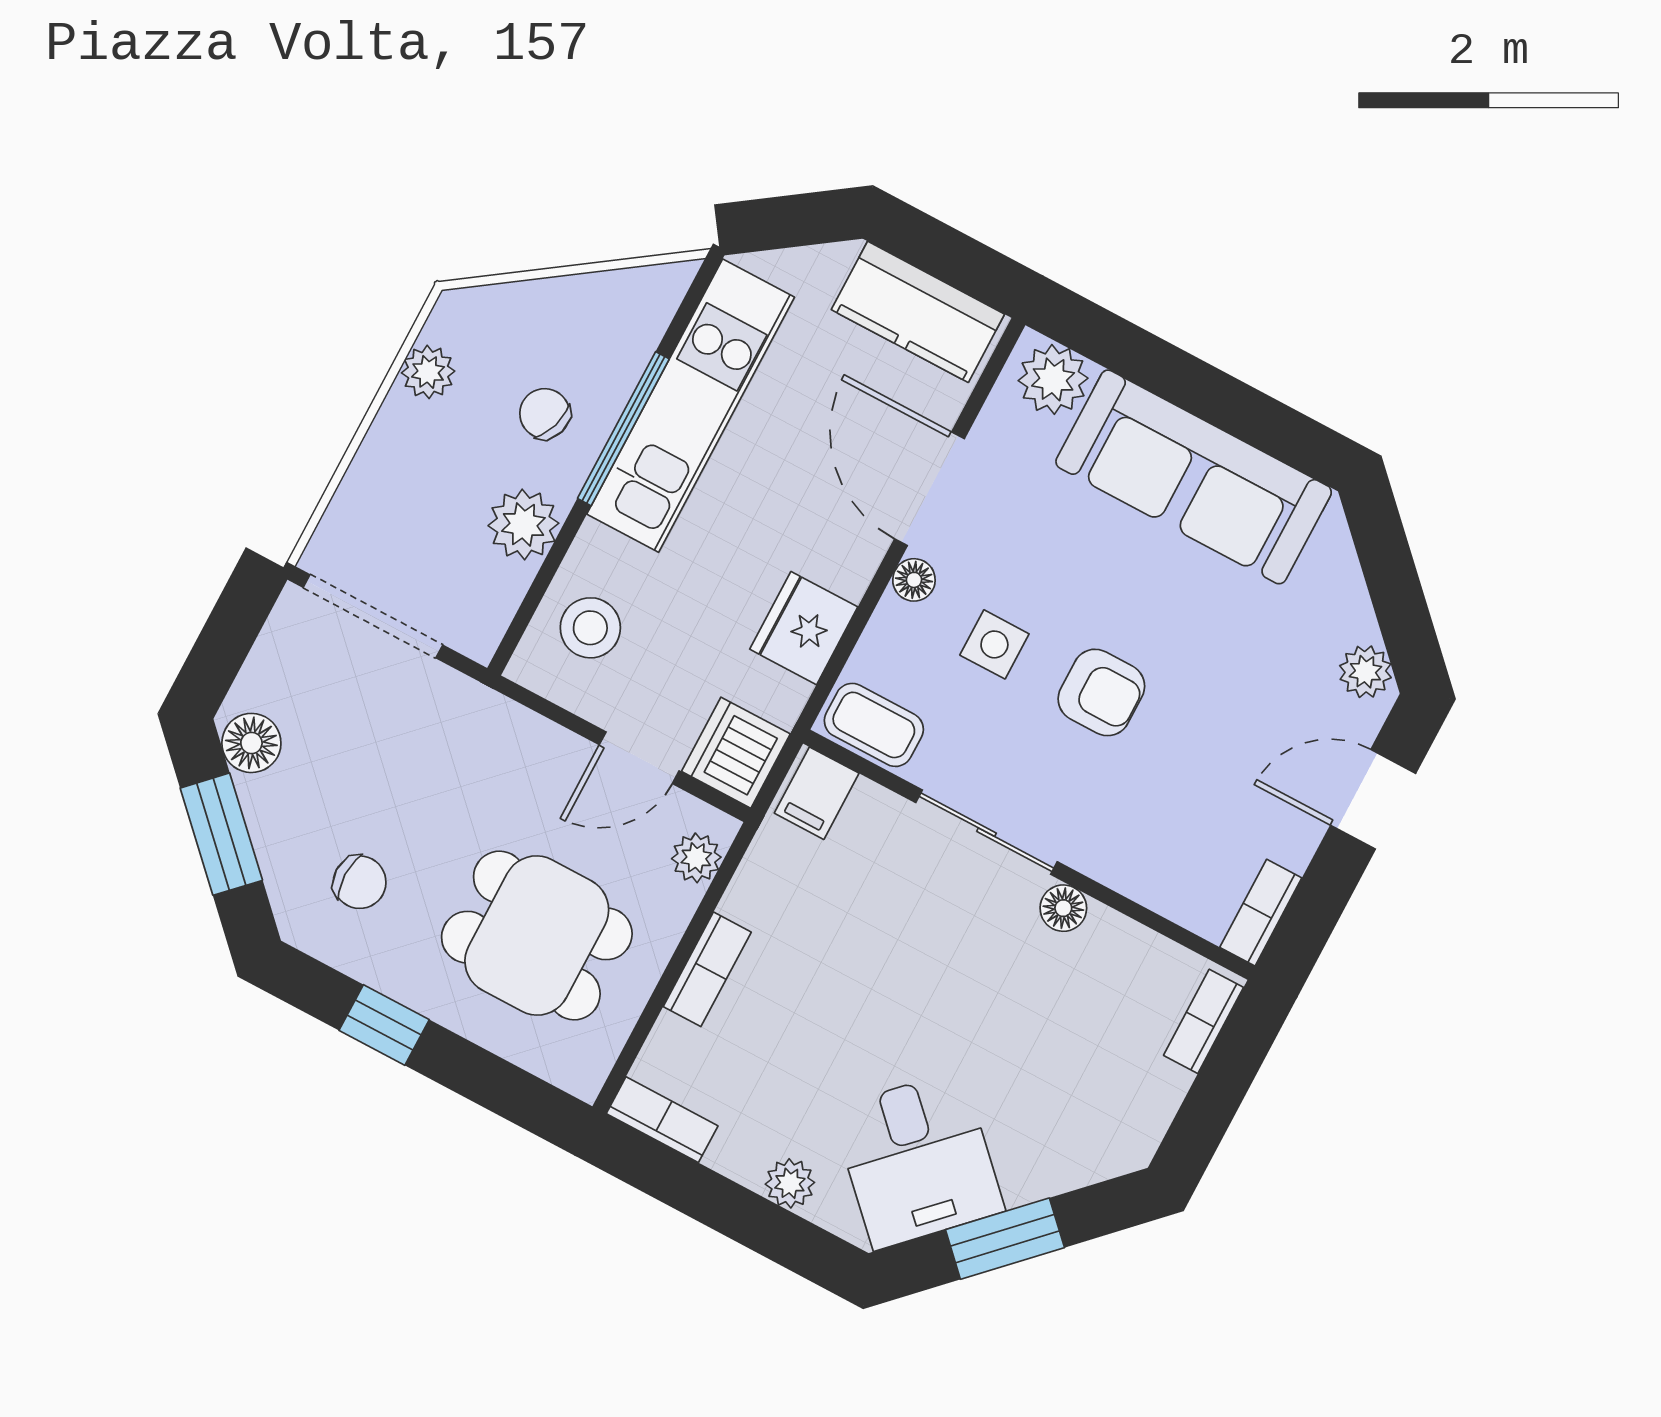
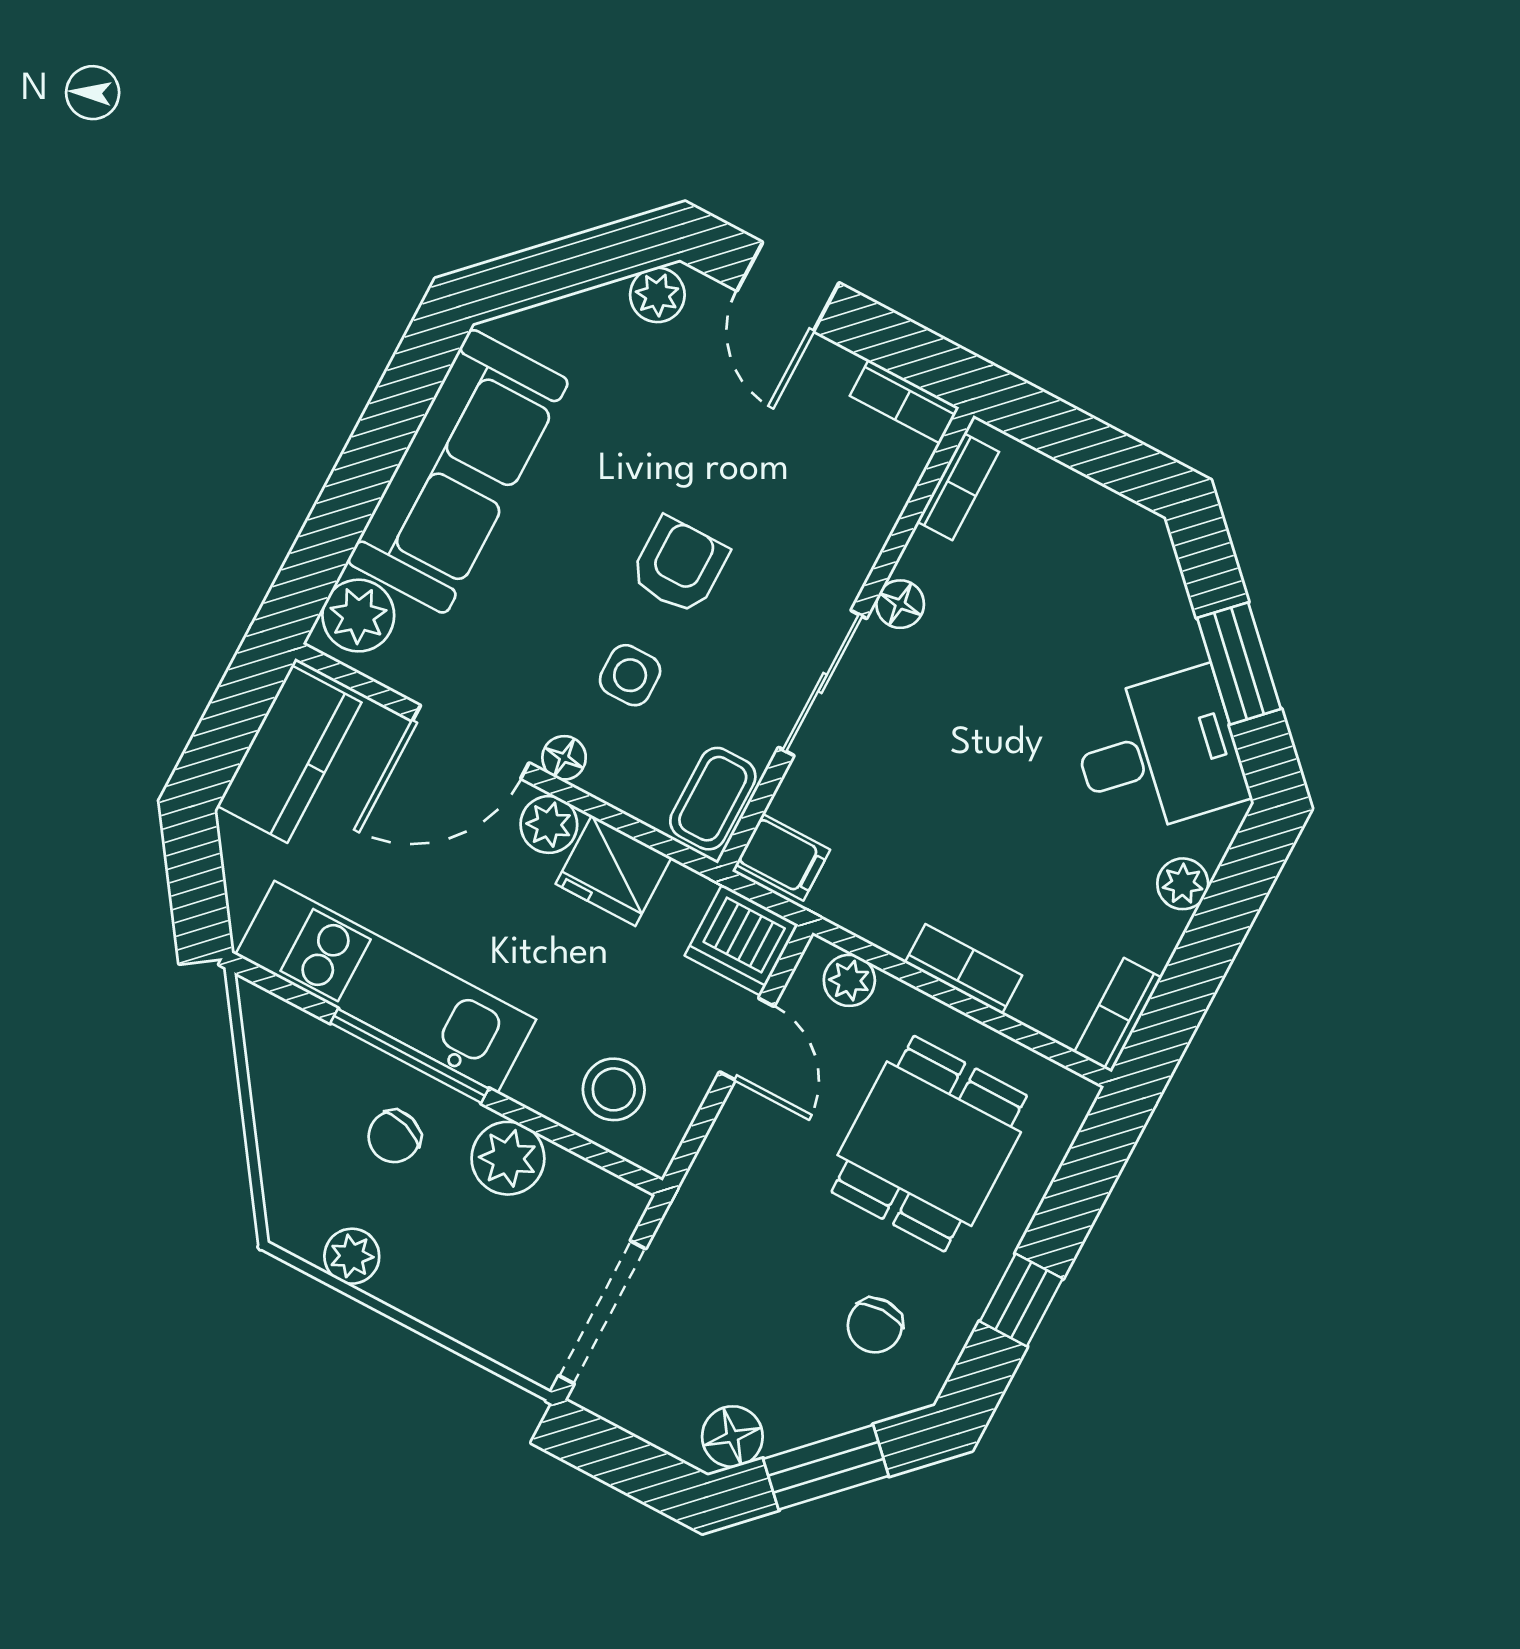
plant: (849, 565) -> (549, 824), added
chair: (360, 882) -> (875, 1325), turned 180
bookcase: (1204, 1021) -> (958, 487), moved, turned -90

